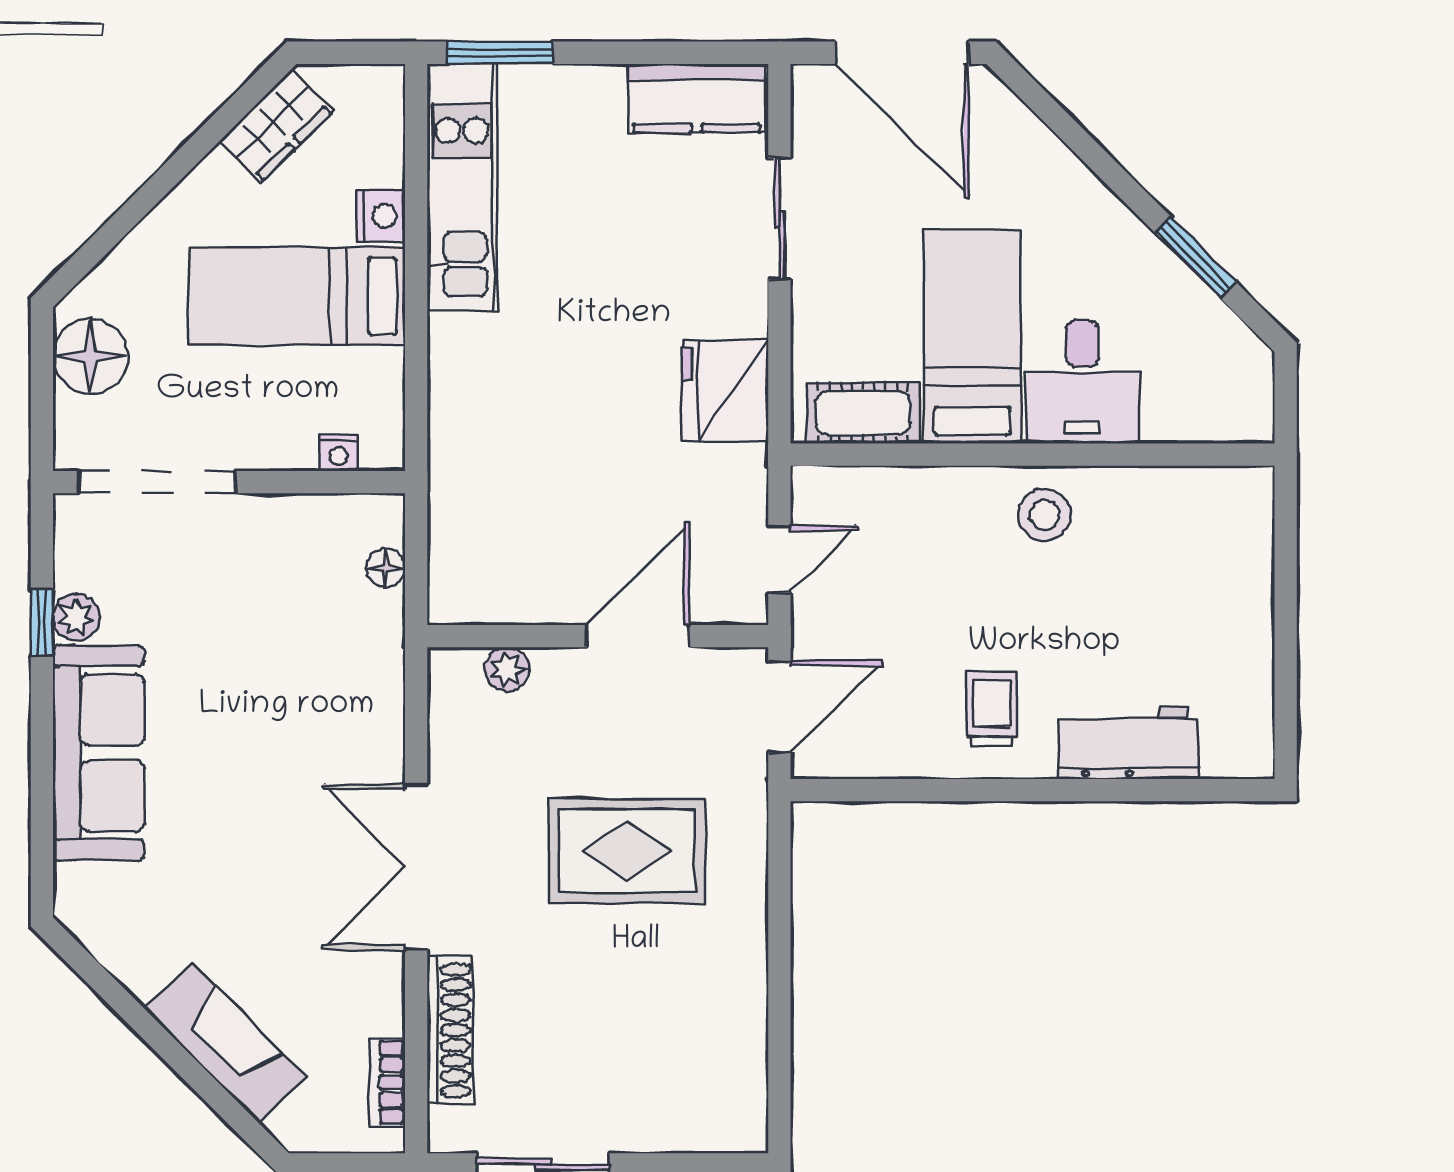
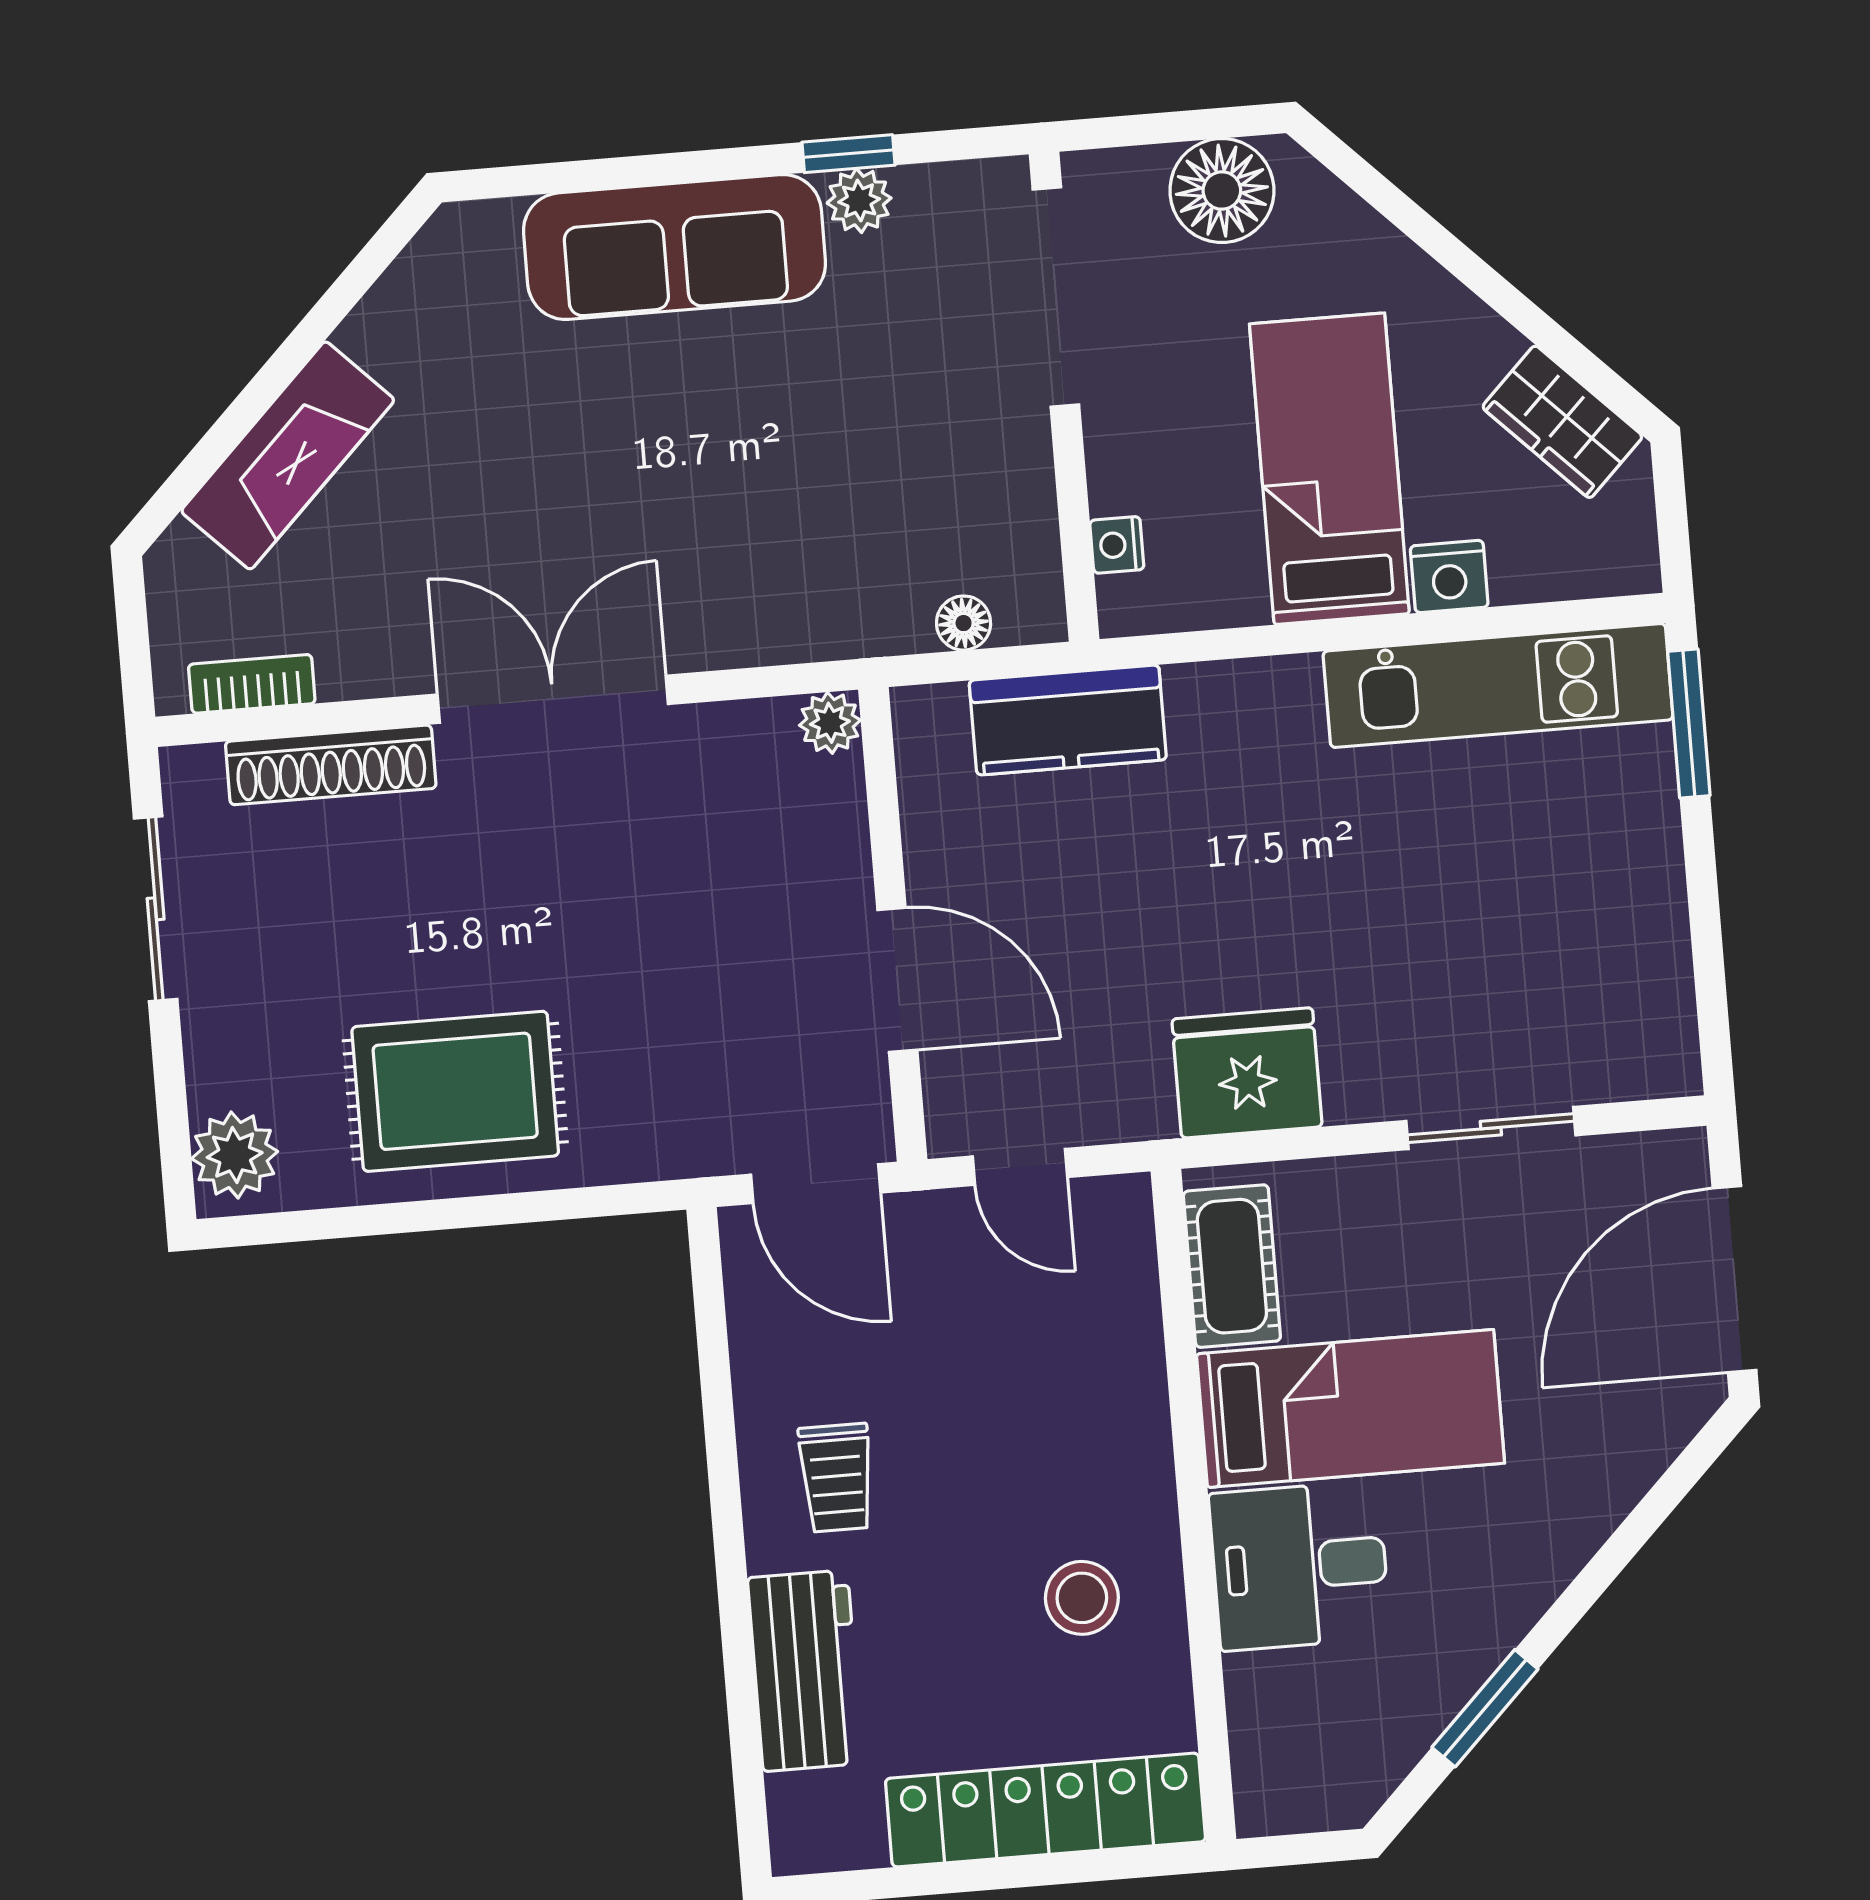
kitchen counter: (696, 98) -> (1068, 720), moved, turned -90
stool: (1044, 515) -> (1082, 1598), moved
locker: (1243, 579) -> (1045, 1810), added
plant: (507, 669) -> (830, 723), moved
trolley: (992, 709) -> (836, 1478), turned 90
rug: (627, 851) -> (455, 1091), moved, turned 90
plant: (725, 1122) -> (235, 1155), added

